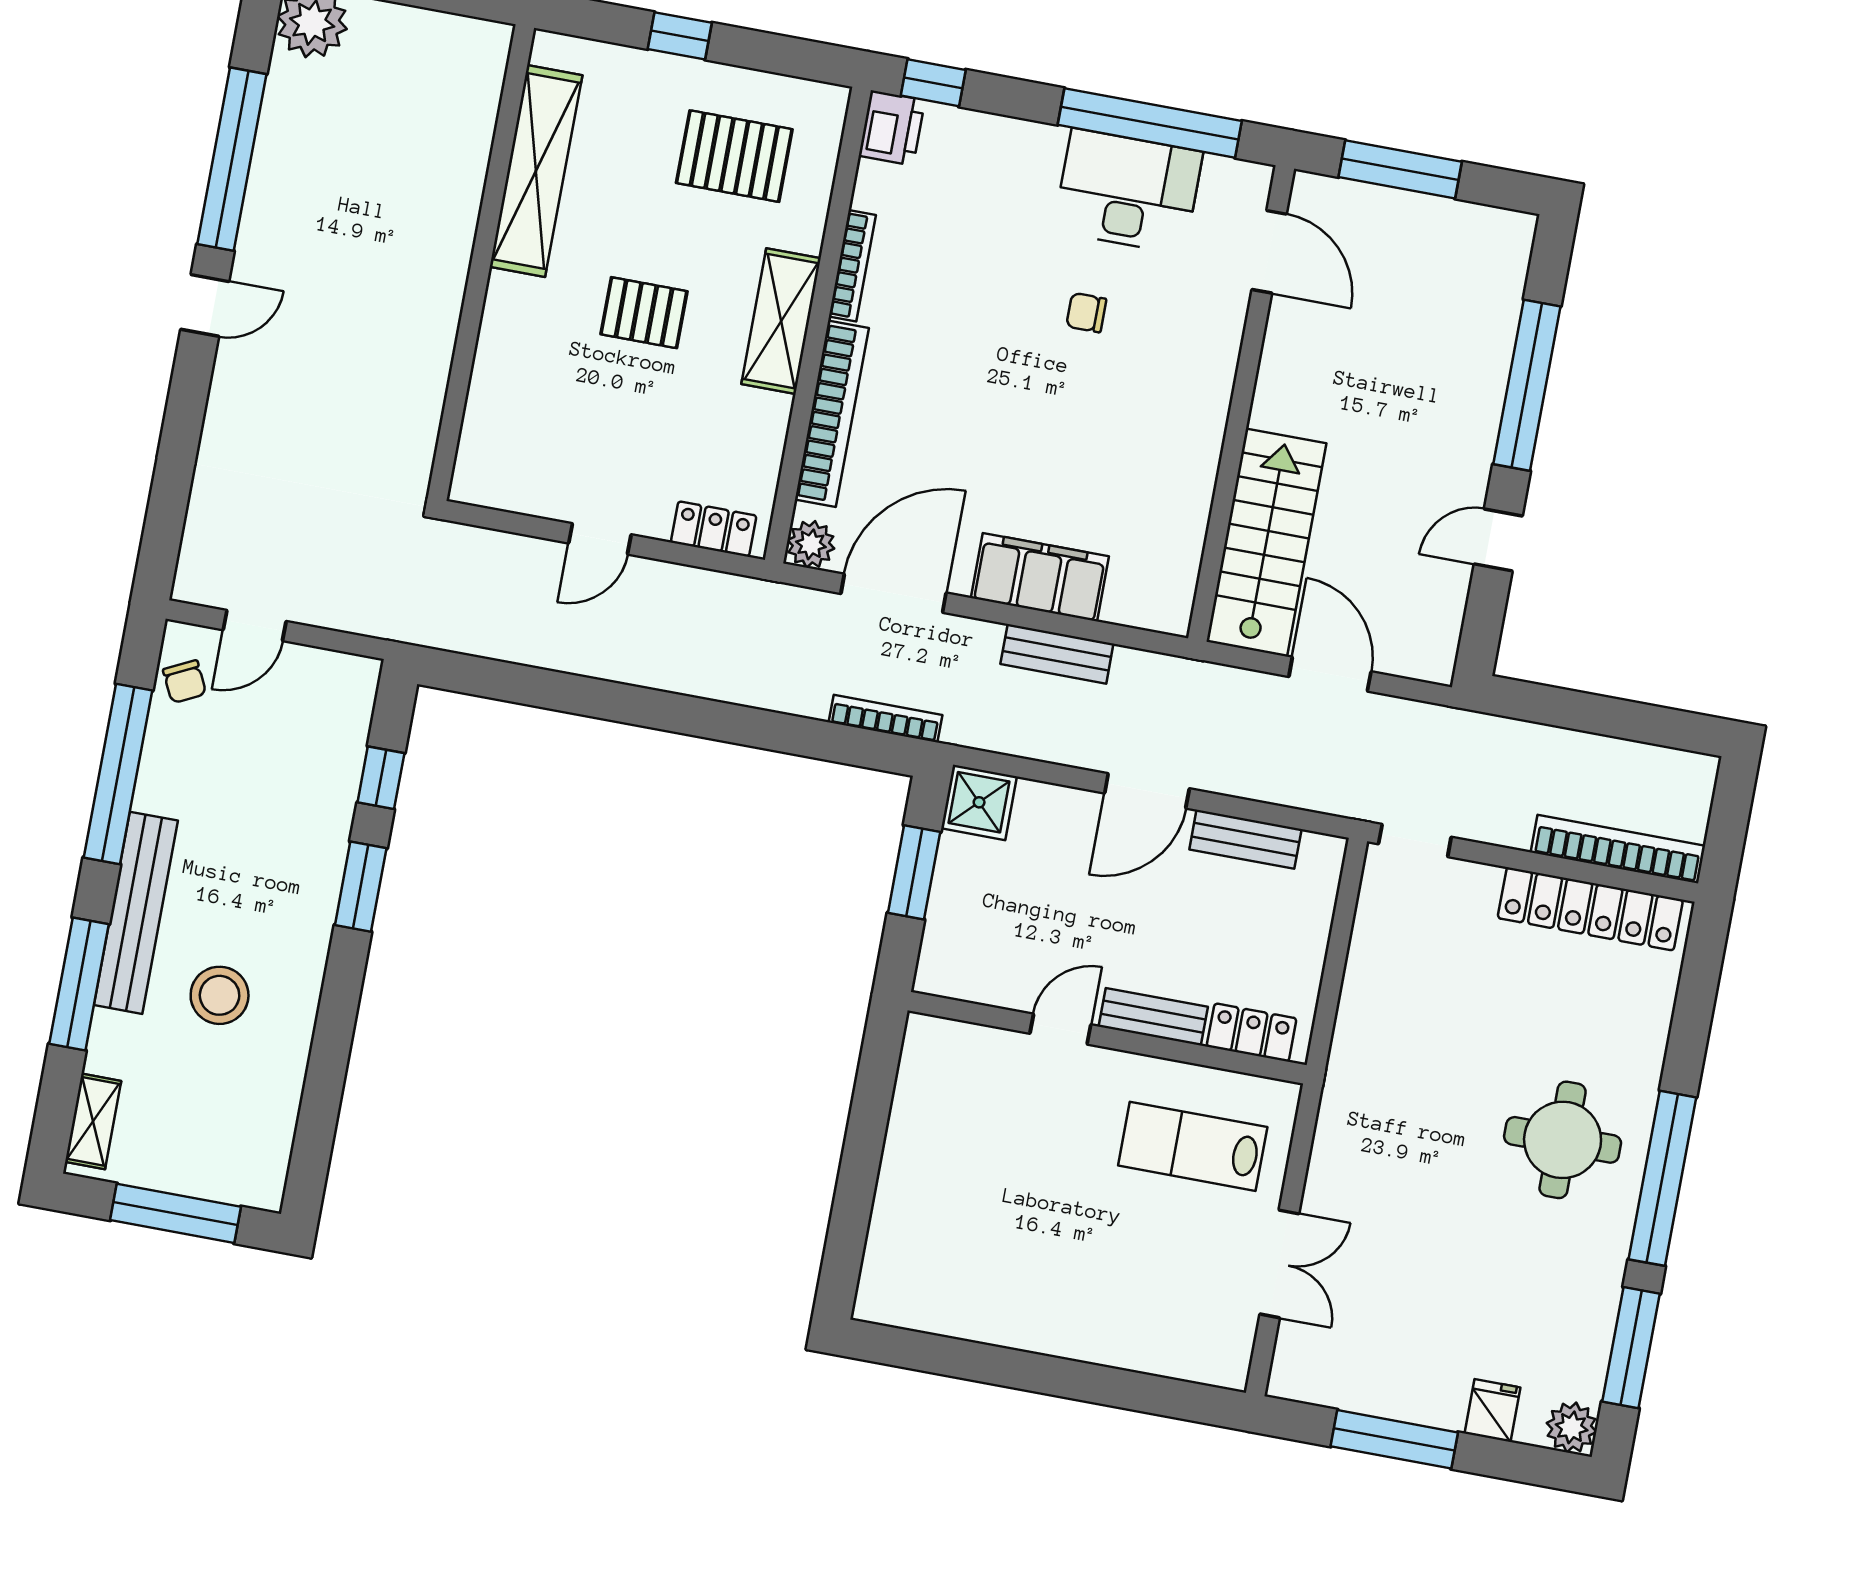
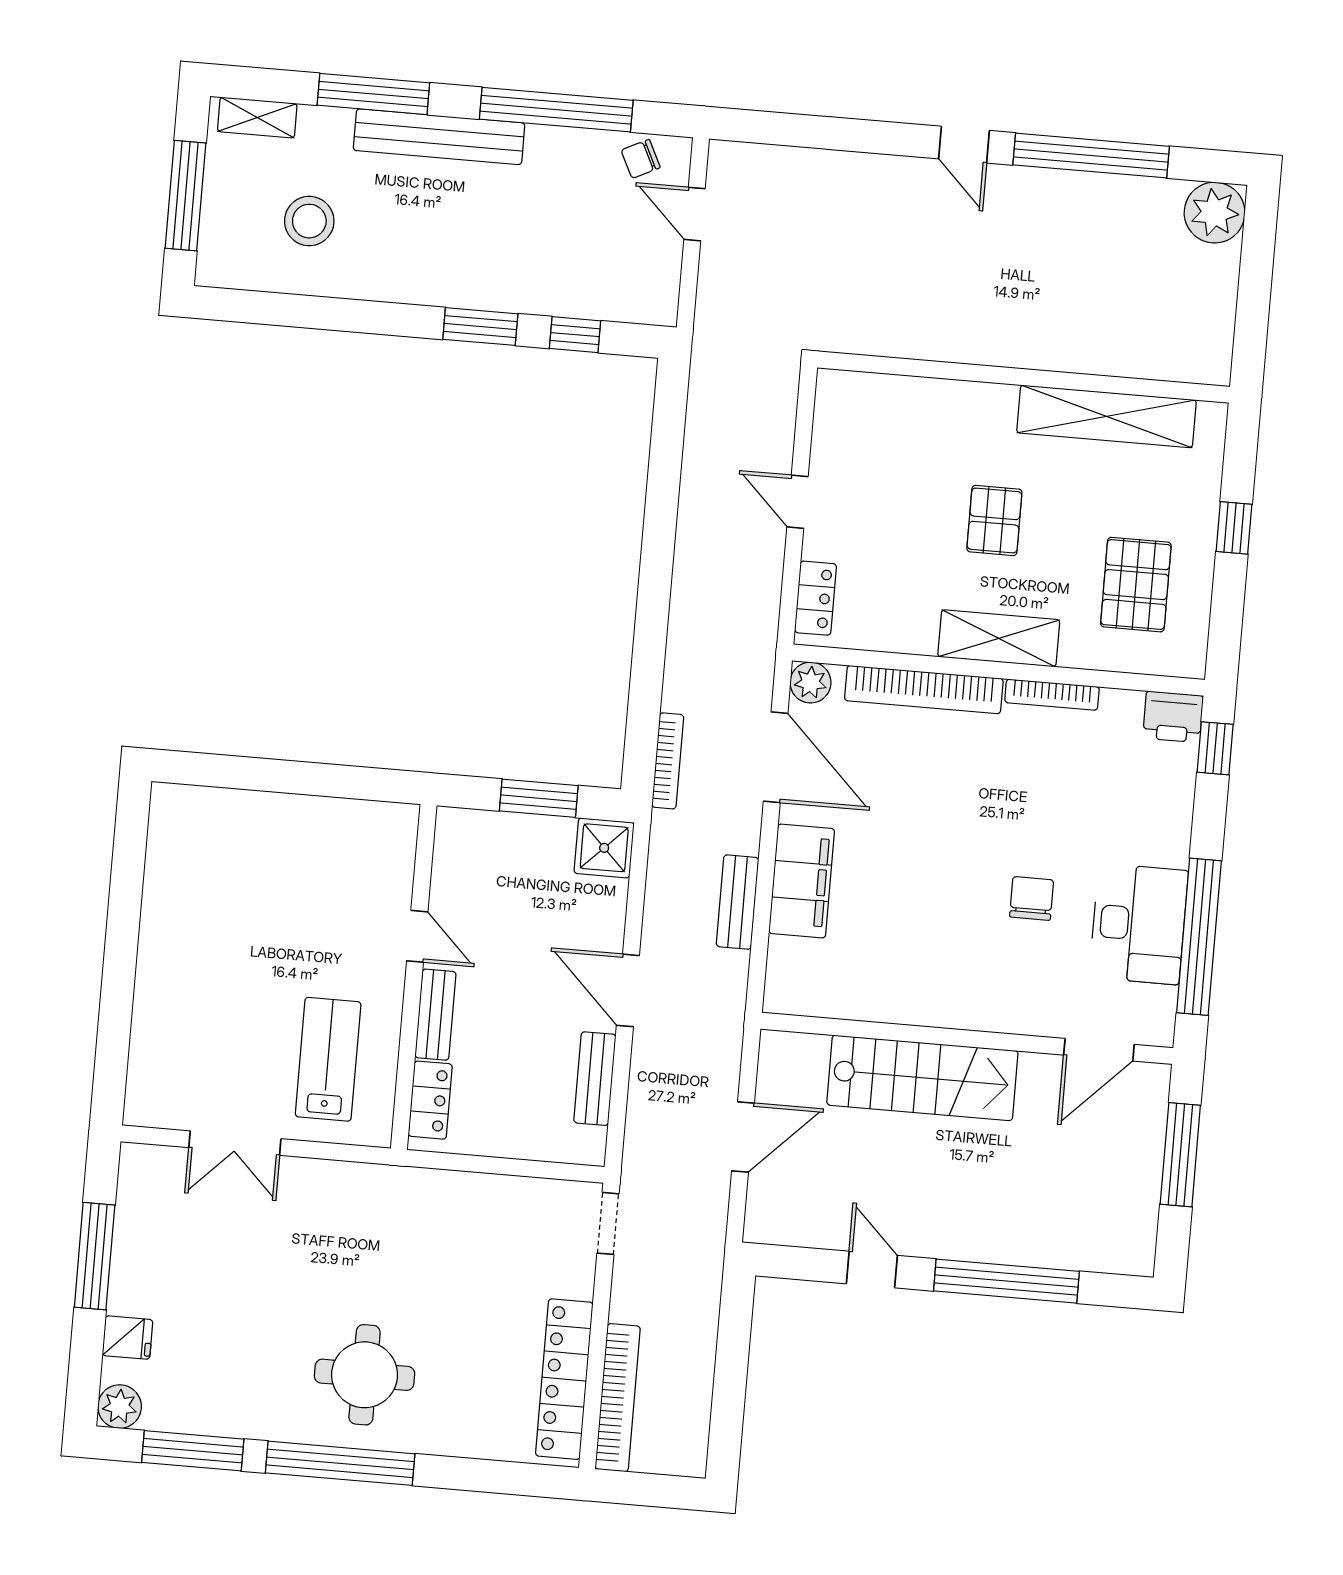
chair: (1086, 313) -> (1032, 898), width x1.37, depth x1.37
stairs: (1266, 543) -> (922, 1078), moved
stool: (220, 995) -> (309, 221), moved

